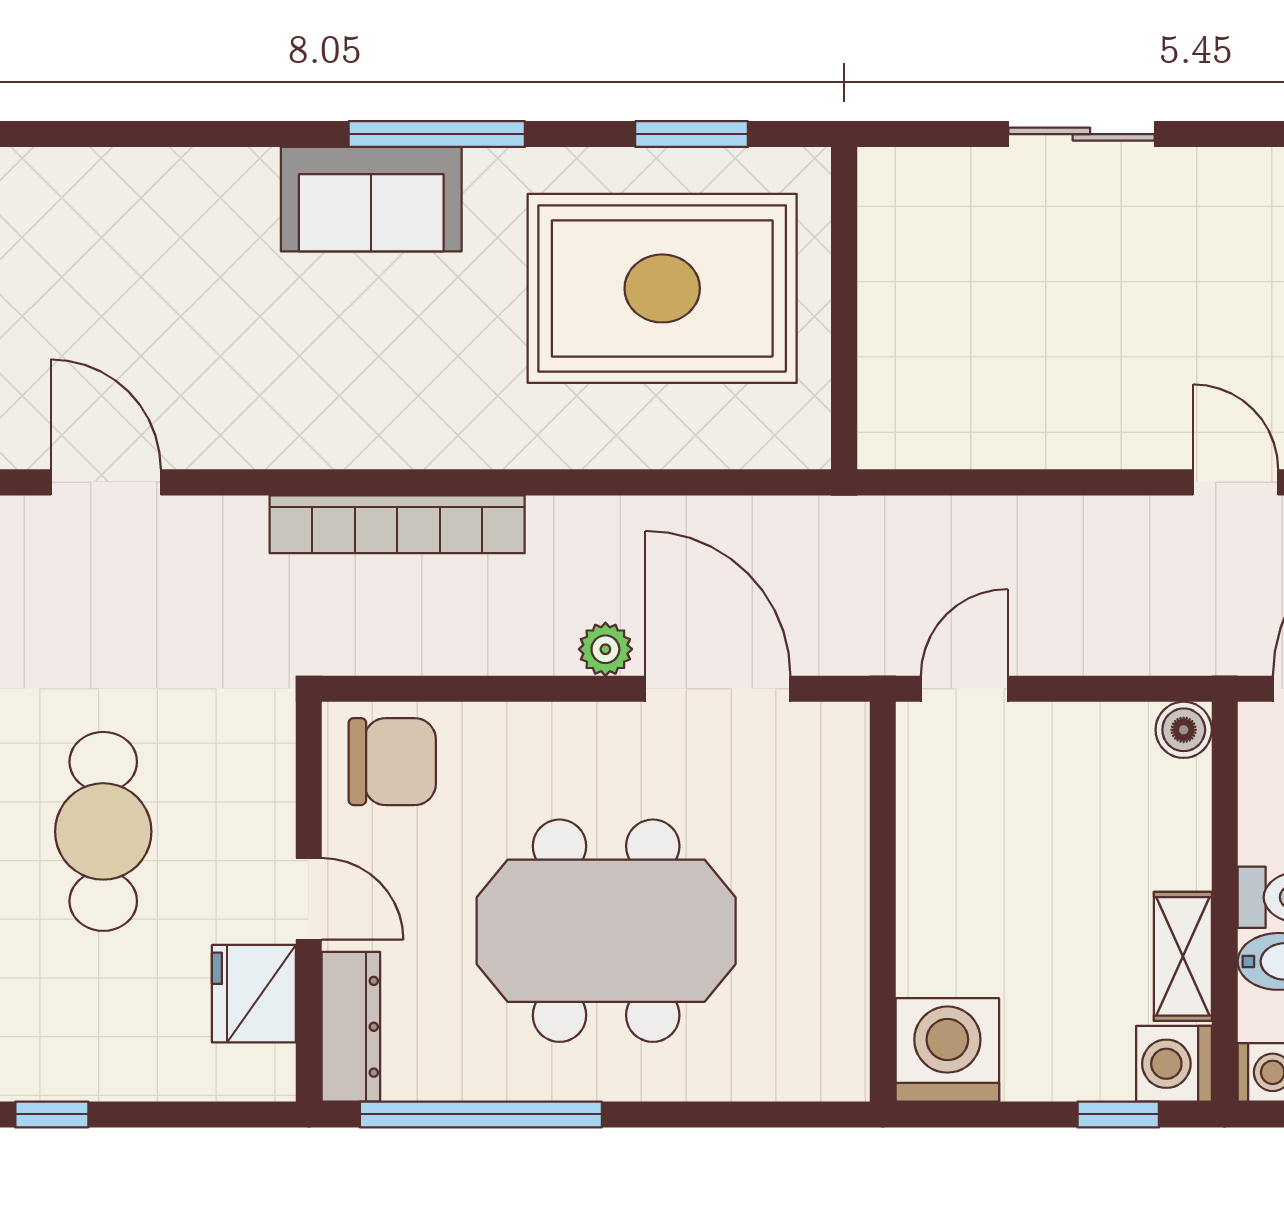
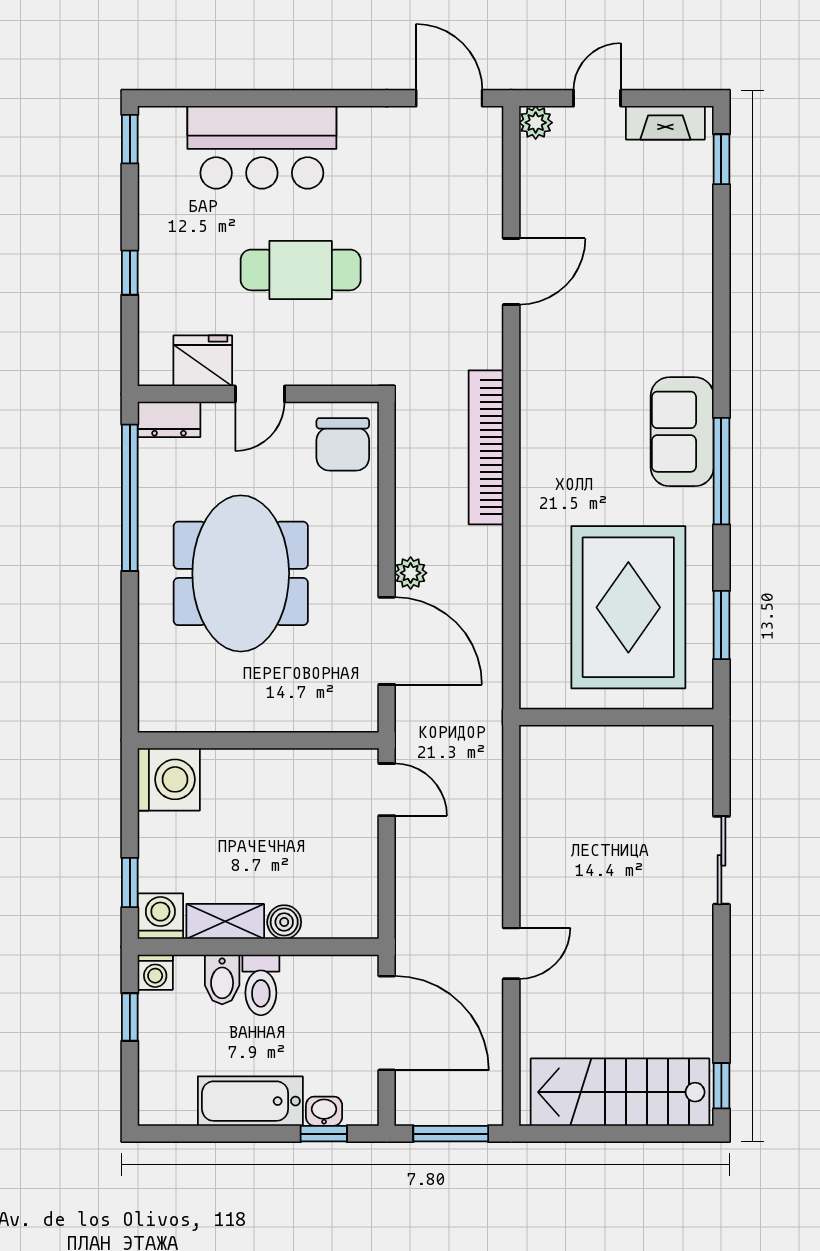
door: (718, 689) -> (387, 641), hinge flipped
boiler: (1184, 730) -> (284, 922), moved
dresser: (351, 1027) -> (169, 419), width x0.70
window: (52, 1114) -> (130, 273), moved

